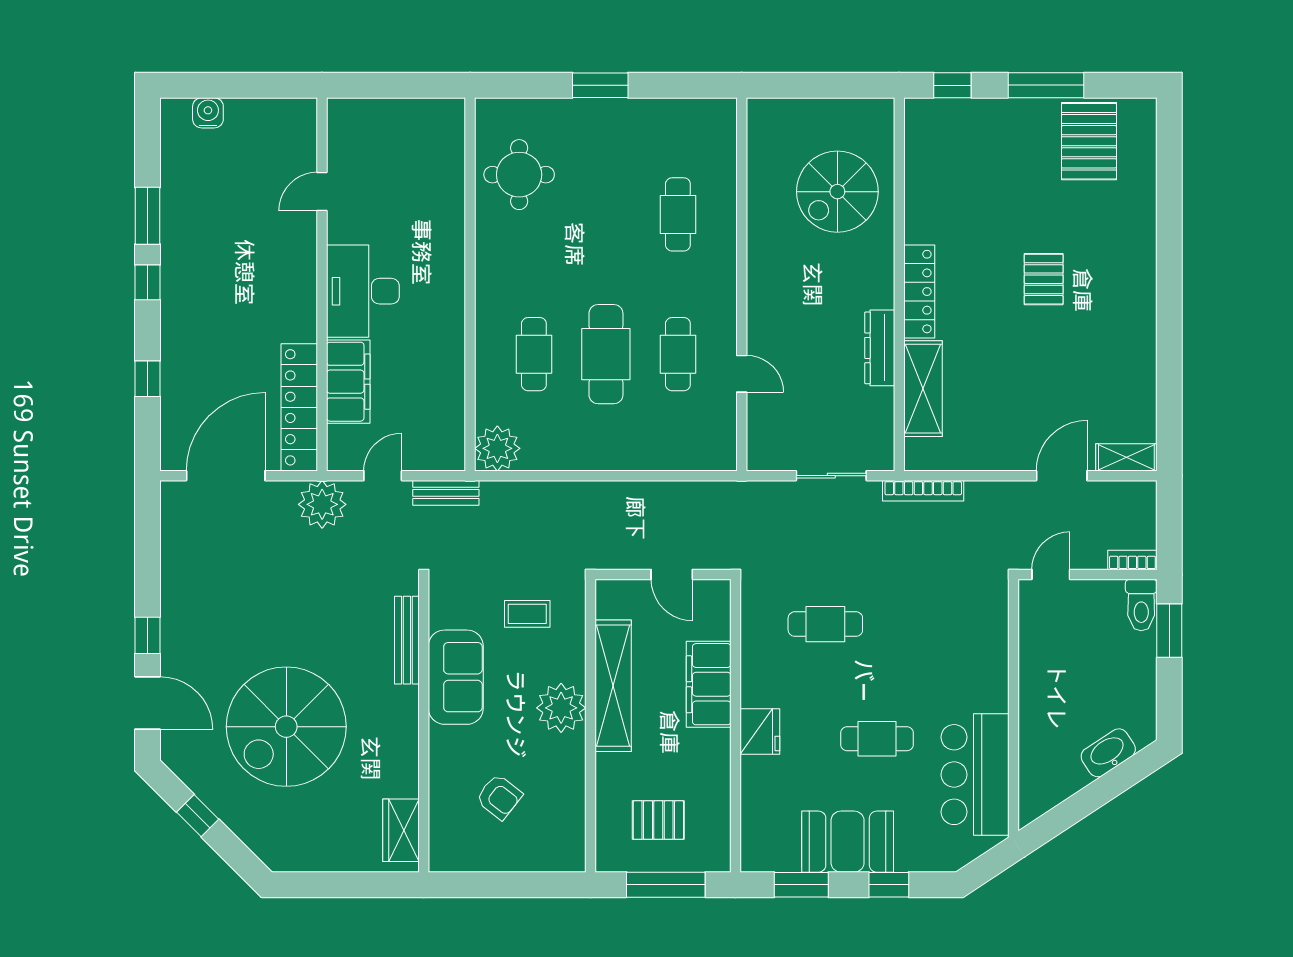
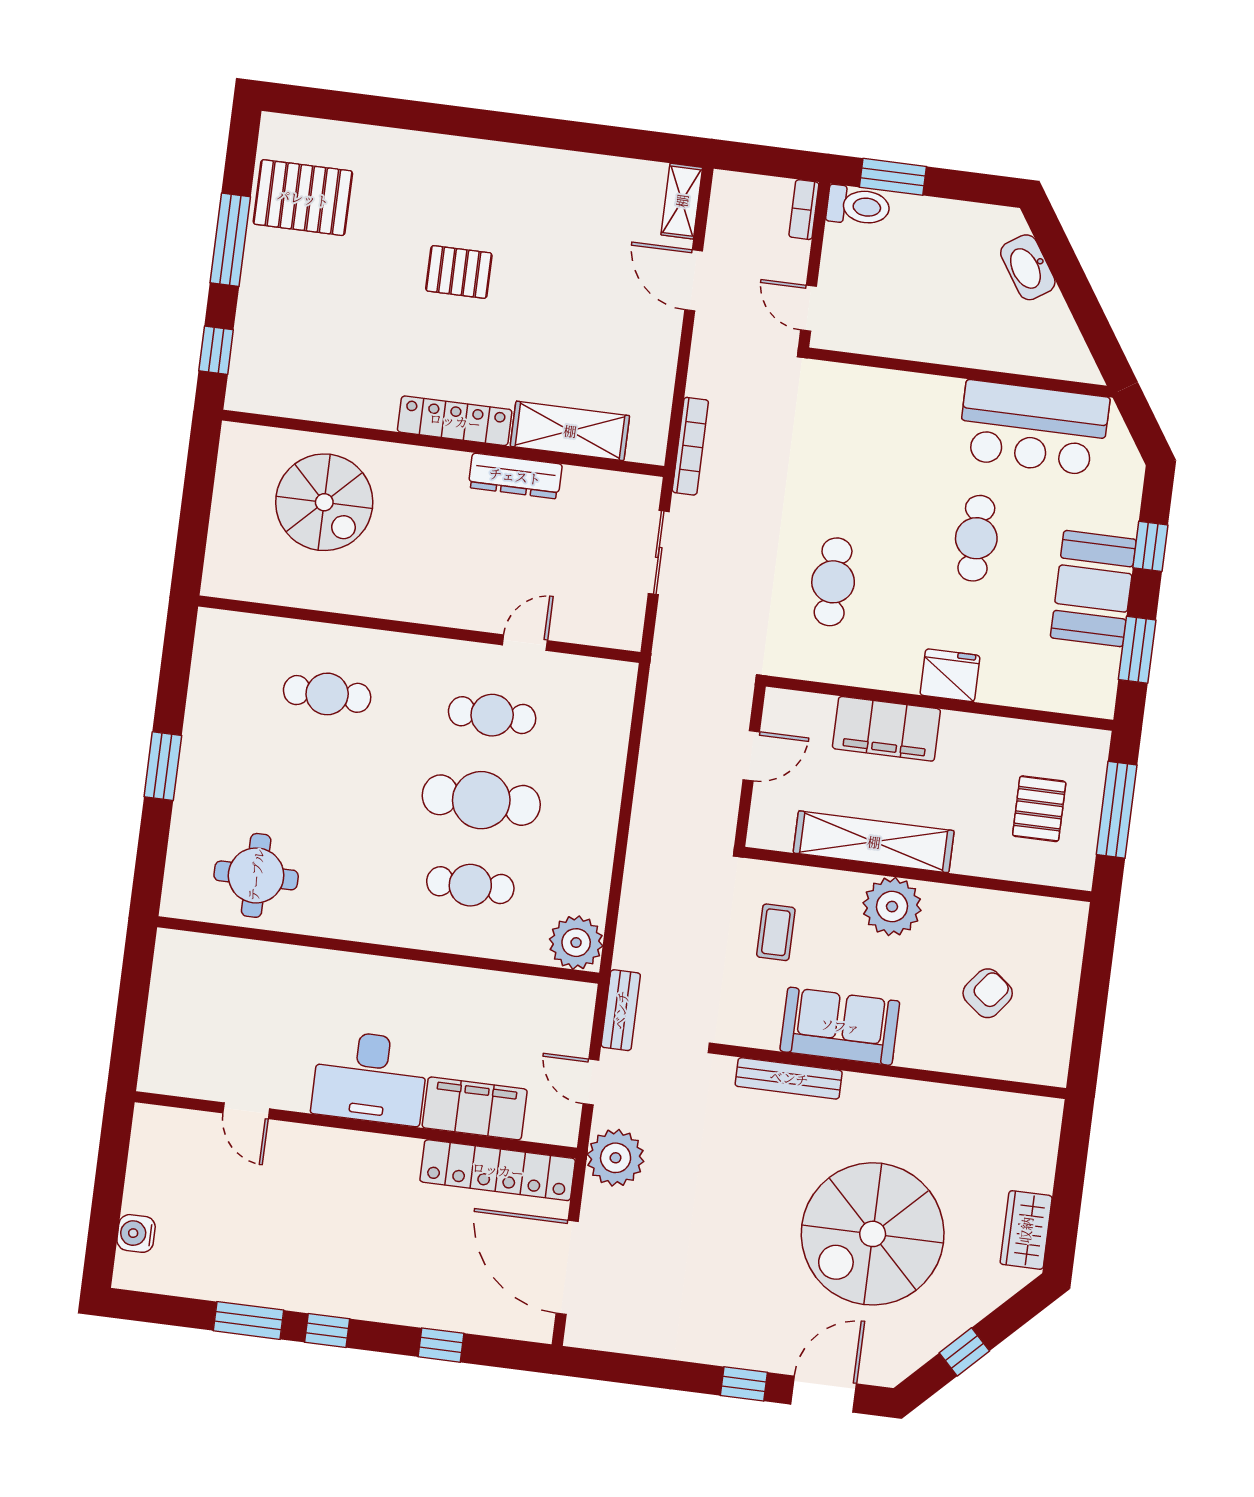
spiral stairs: (286, 727) -> (873, 1234), turned 90
wardrobe: (401, 830) -> (1026, 1230), moved, turned 90

